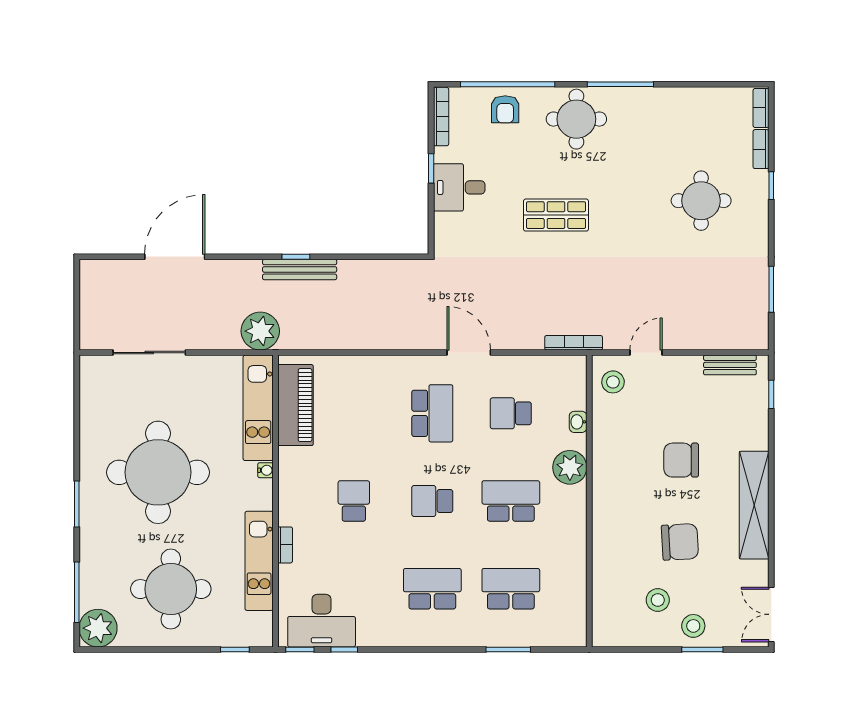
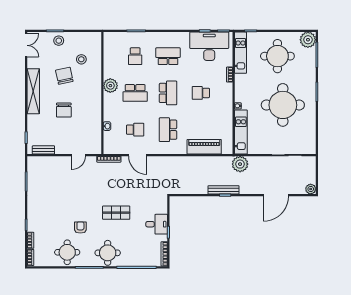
armchair: (505, 109) -> (80, 228), moved
round table: (701, 201) -> (67, 252), moved
plant: (91, 271) -> (311, 189), added
door: (469, 353) -> (138, 155), moved
stool: (613, 382) -> (92, 143), removed
piano: (296, 405) -> (204, 147), moved, turned 90
chair: (681, 460) -> (64, 110), turned 90
plant: (570, 467) -> (110, 86), moved
school desk: (354, 501) -> (201, 93), turned 90
school desk: (432, 501) -> (168, 93), width x1.85
chair: (680, 542) -> (64, 76), turned 81
kitchen unit: (259, 561) -> (241, 53), moved
school desk: (432, 589) -> (168, 56), turned 180
school desk: (511, 589) -> (135, 56), width x0.54
stool: (658, 600) -> (81, 59), moved
desk: (322, 621) -> (209, 46), width x1.36, depth x1.30

